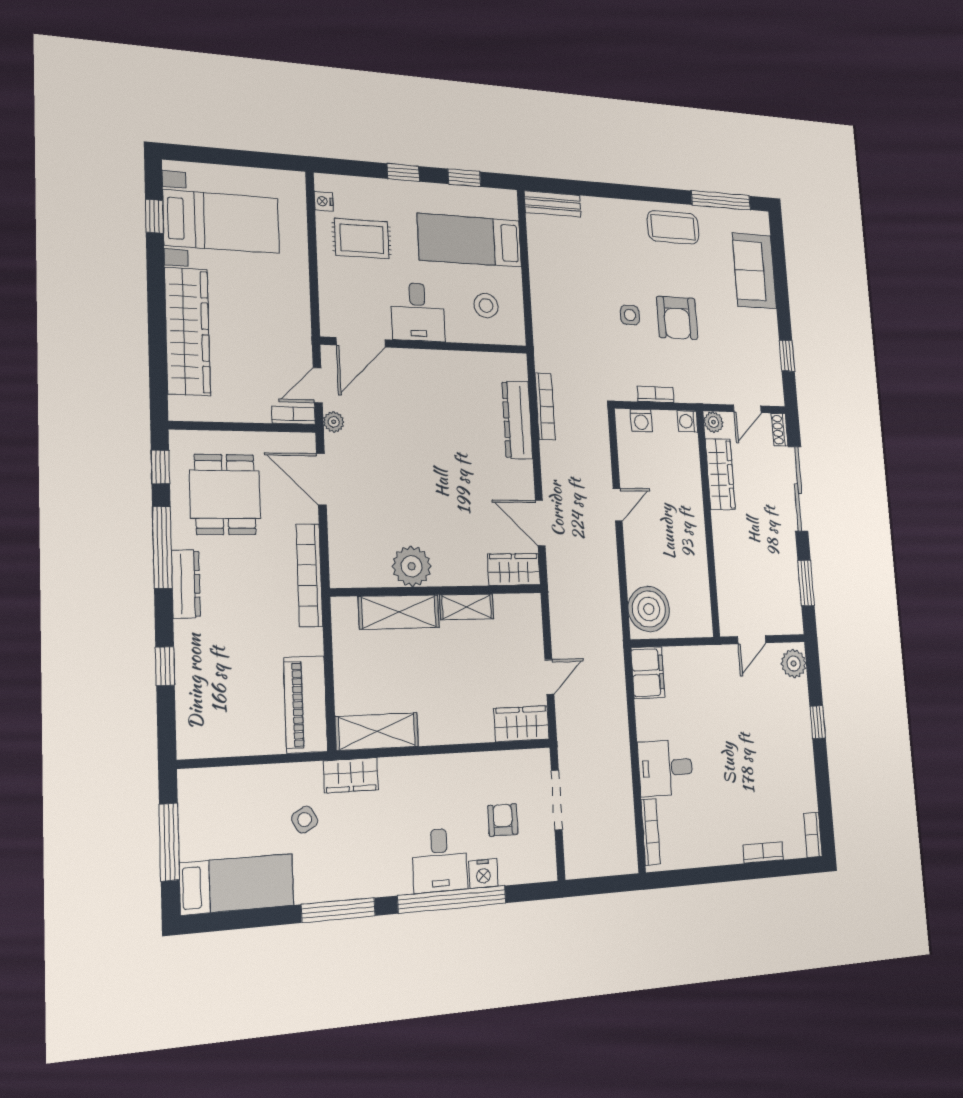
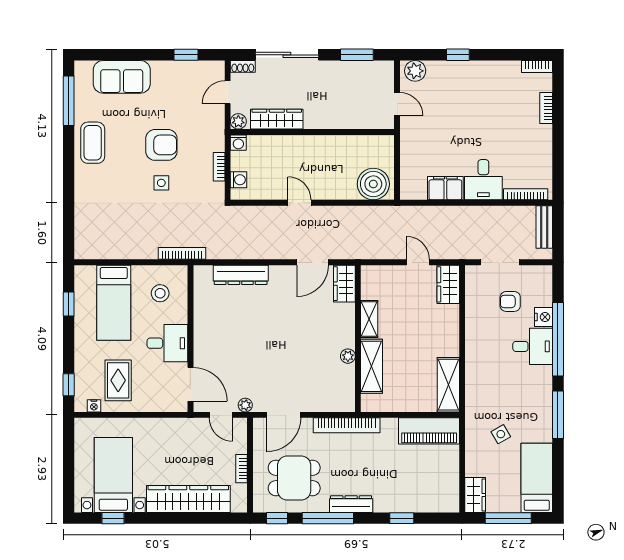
window: (403, 172) -> (69, 385), moved
bench: (553, 204) -> (544, 227), moved
bookcase: (545, 406) -> (182, 253), moved
door: (747, 409) -> (228, 92), swing flipped
bookcase: (293, 415) -> (242, 469), moved
plant: (412, 566) -> (348, 356), width x0.53, depth x0.53
filing cabinet: (648, 673) -> (445, 188), moved
wardrobe: (351, 775) -> (475, 495), moved

